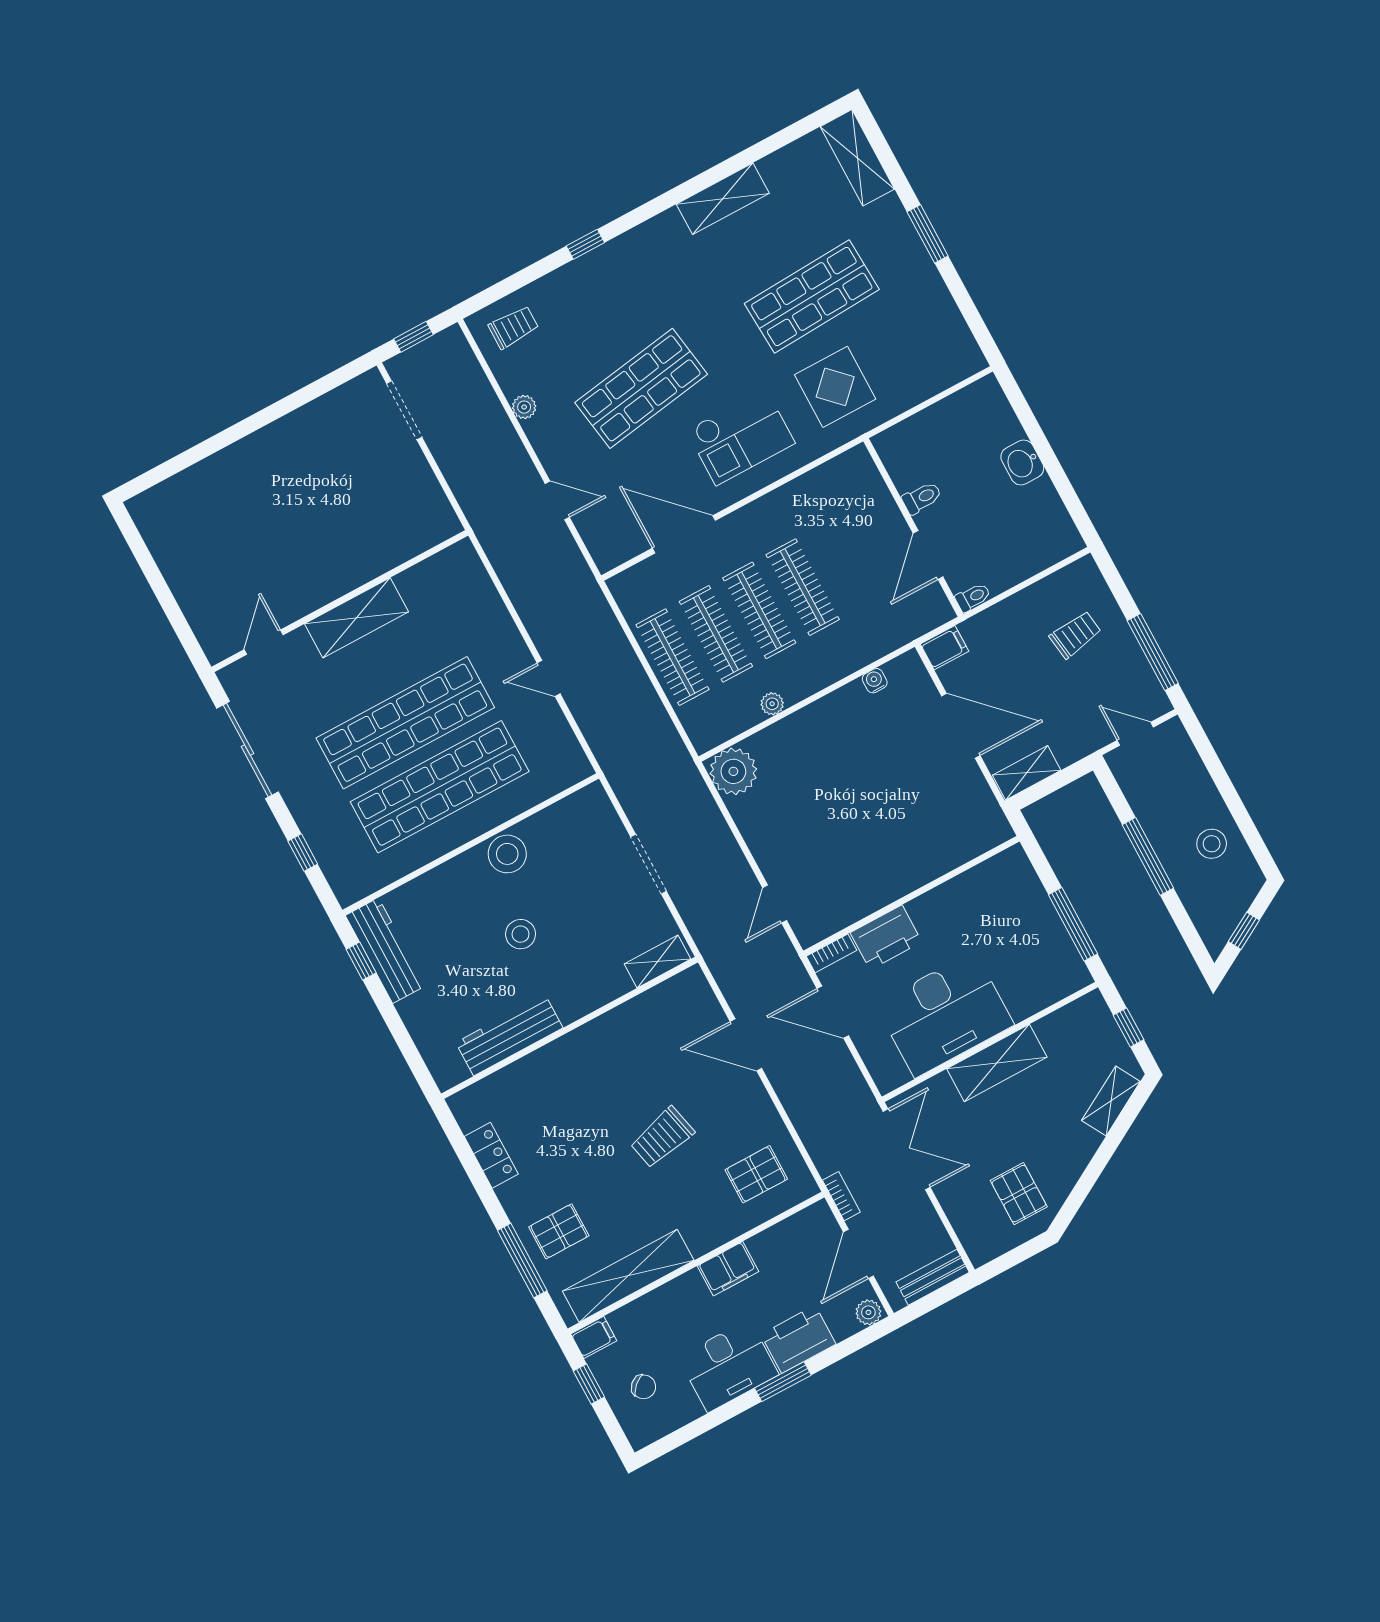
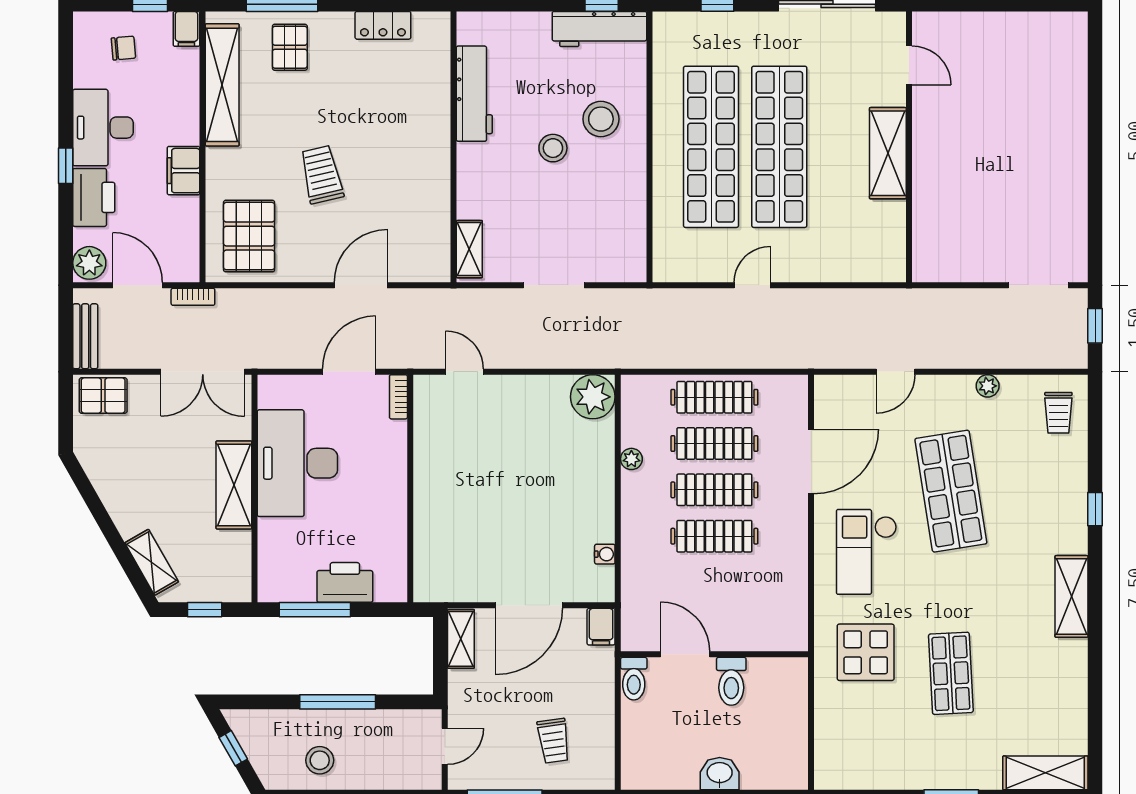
shelving: (723, 199) -> (1071, 596), moved
shop shelf: (812, 297) -> (951, 673), width x0.70, depth x0.74
toilet: (922, 498) -> (731, 681), width x1.37, depth x1.39
toilet: (973, 597) -> (634, 679), width x1.37, depth x1.39
stool: (507, 854) -> (601, 119), moved
printer: (886, 937) -> (345, 582), moved, turned 90
pallet: (756, 1174) -> (249, 236), width x1.50, depth x1.42
pallet: (1019, 1194) -> (103, 395), moved
plant: (868, 1312) -> (89, 263), width x1.38, depth x1.38
window: (783, 1382) -> (66, 166), width x0.67
chair: (644, 1387) -> (123, 48), turned -142

